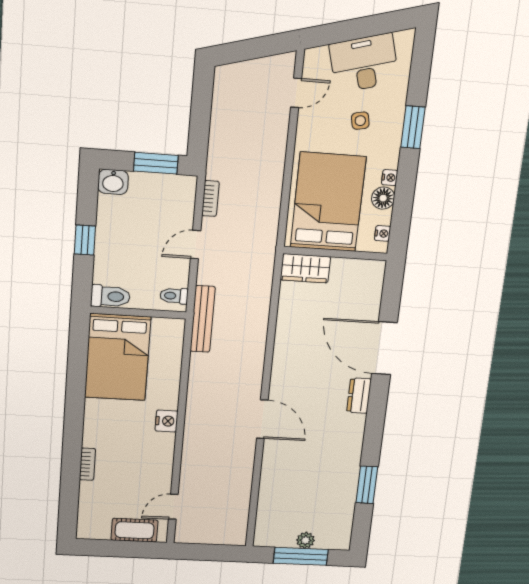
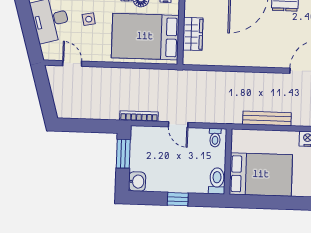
bookcase: (210, 198) -> (139, 116), width x1.56
wardrobe: (305, 268) -> (193, 34), moved
bench: (203, 319) -> (267, 118), moved

